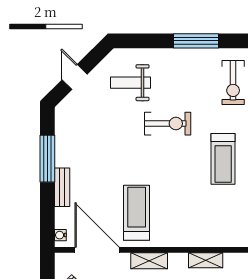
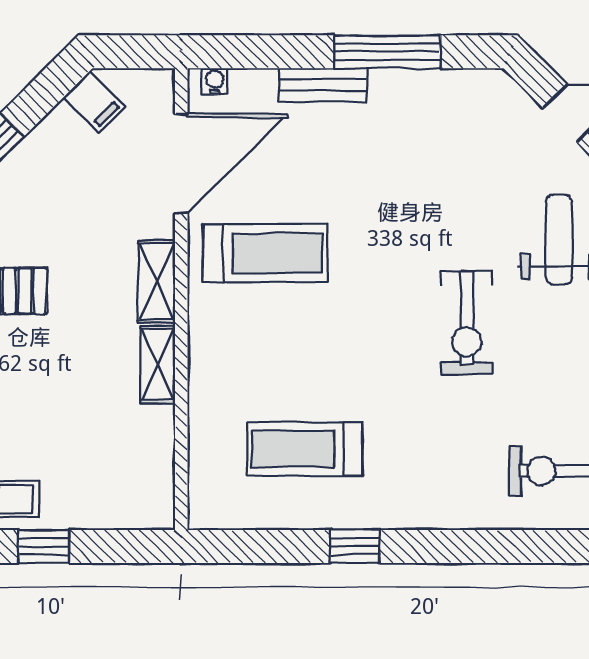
treadmill: (223, 159) -> (305, 449), moved
shelving: (206, 260) -> (158, 364), moved

